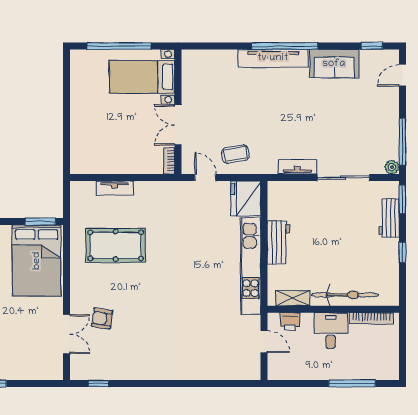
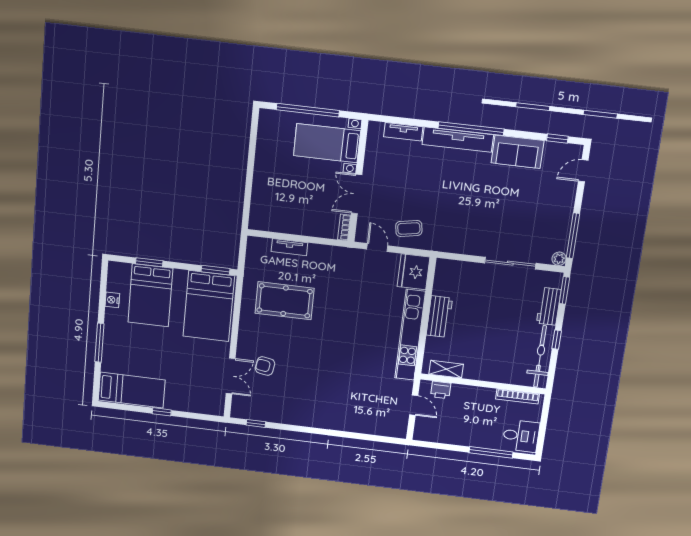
tv unit: (298, 167) -> (403, 132), moved, turned 180
bicycle: (345, 295) -> (540, 356), moved, turned -90
desk: (331, 331) -> (521, 436), moved, turned 90

